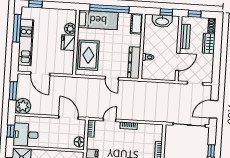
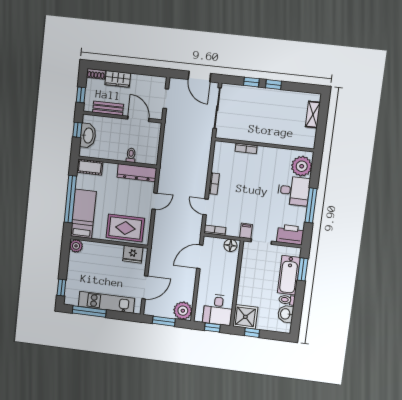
plant: (70, 29) -> (76, 246), moved
fridge: (68, 43) -> (133, 254), moved

